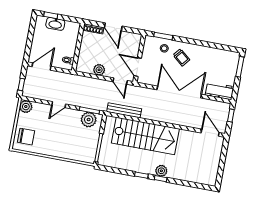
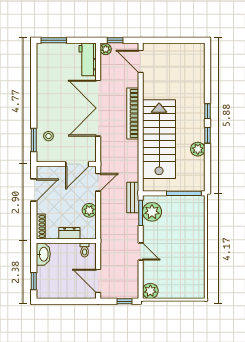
washbasin: (55, 24) -> (43, 254), moved
door: (113, 27) -> (34, 190), moved
dresser: (84, 51) -> (69, 233), added
trolley: (181, 57) -> (56, 113), removed
plant: (225, 107) -> (106, 49), added
bench: (124, 110) -> (133, 197), moved, width x0.73
bookcase: (170, 119) -> (133, 113), added
door: (210, 133) -> (141, 61), hinge flipped
chair: (26, 137) -> (187, 284), removed
plant: (161, 171) -> (198, 149), moved

